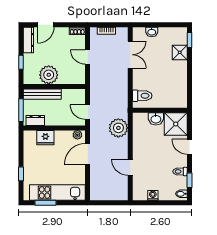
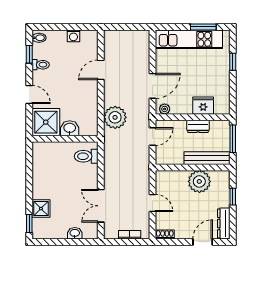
door: (87, 112) -> (152, 137), hinge flipped
dresser: (35, 120) -> (198, 126), moved
door: (130, 167) -> (101, 70), swing flipped

